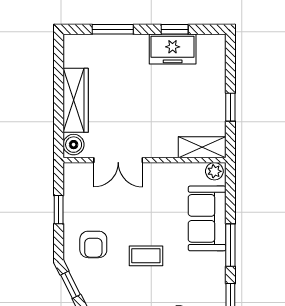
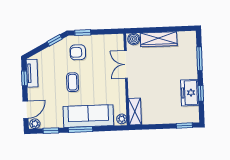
window: (230, 107) -> (184, 126), moved
window: (59, 210) -> (83, 33), moved
sofa: (207, 218) -> (88, 116), width x1.36

